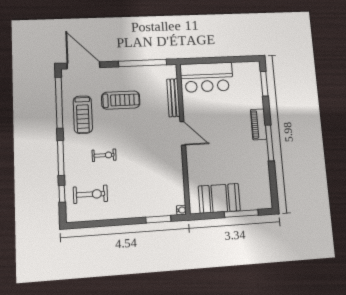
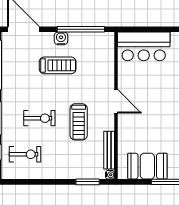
water cooler: (123, 73) -> (61, 38), added
bench: (173, 98) -> (109, 150), moved
treadmill: (83, 115) -> (79, 122), moved
exercise bike: (104, 155) -> (39, 118), width x1.38, depth x1.39

